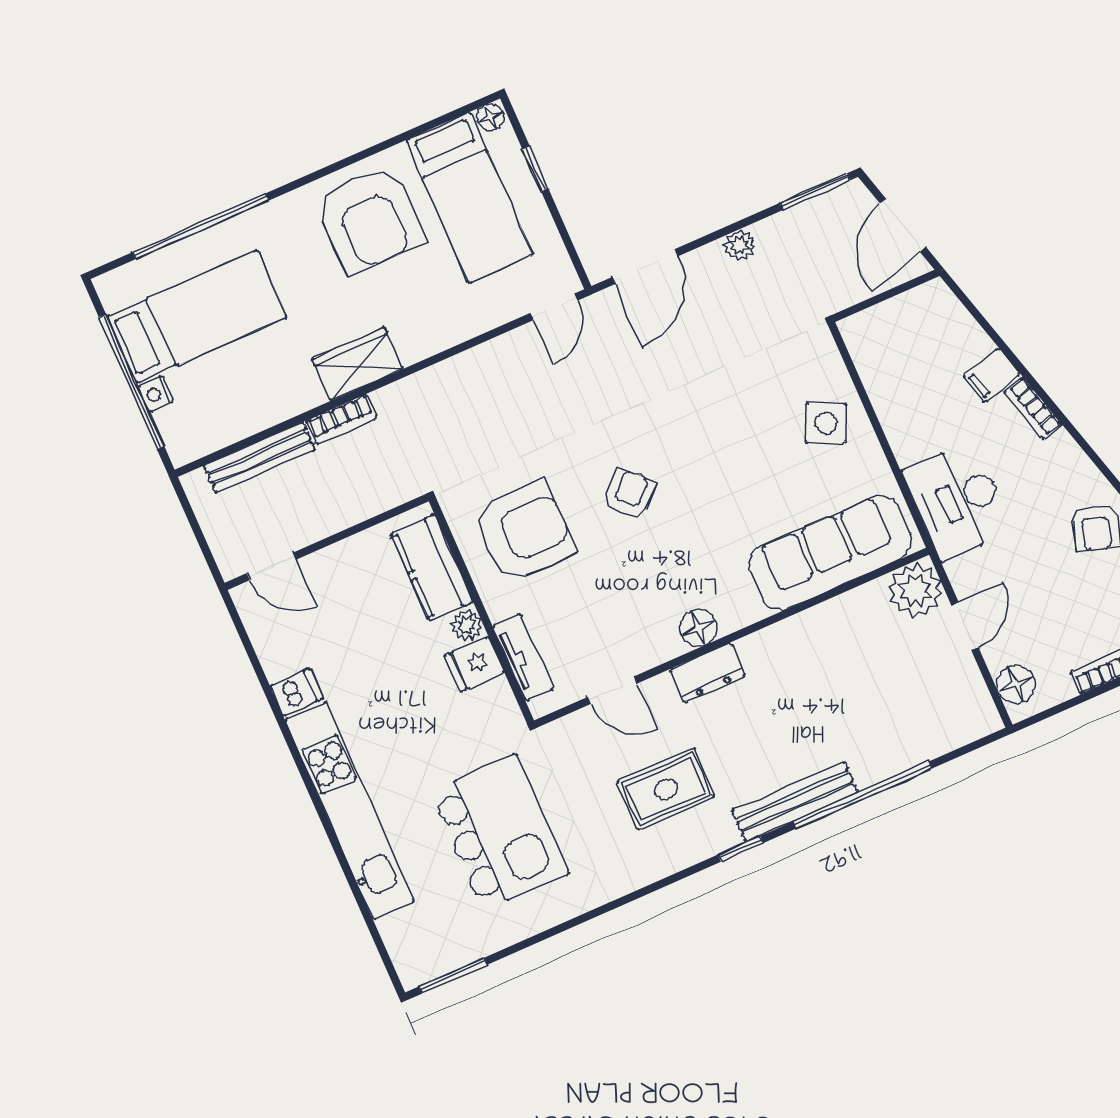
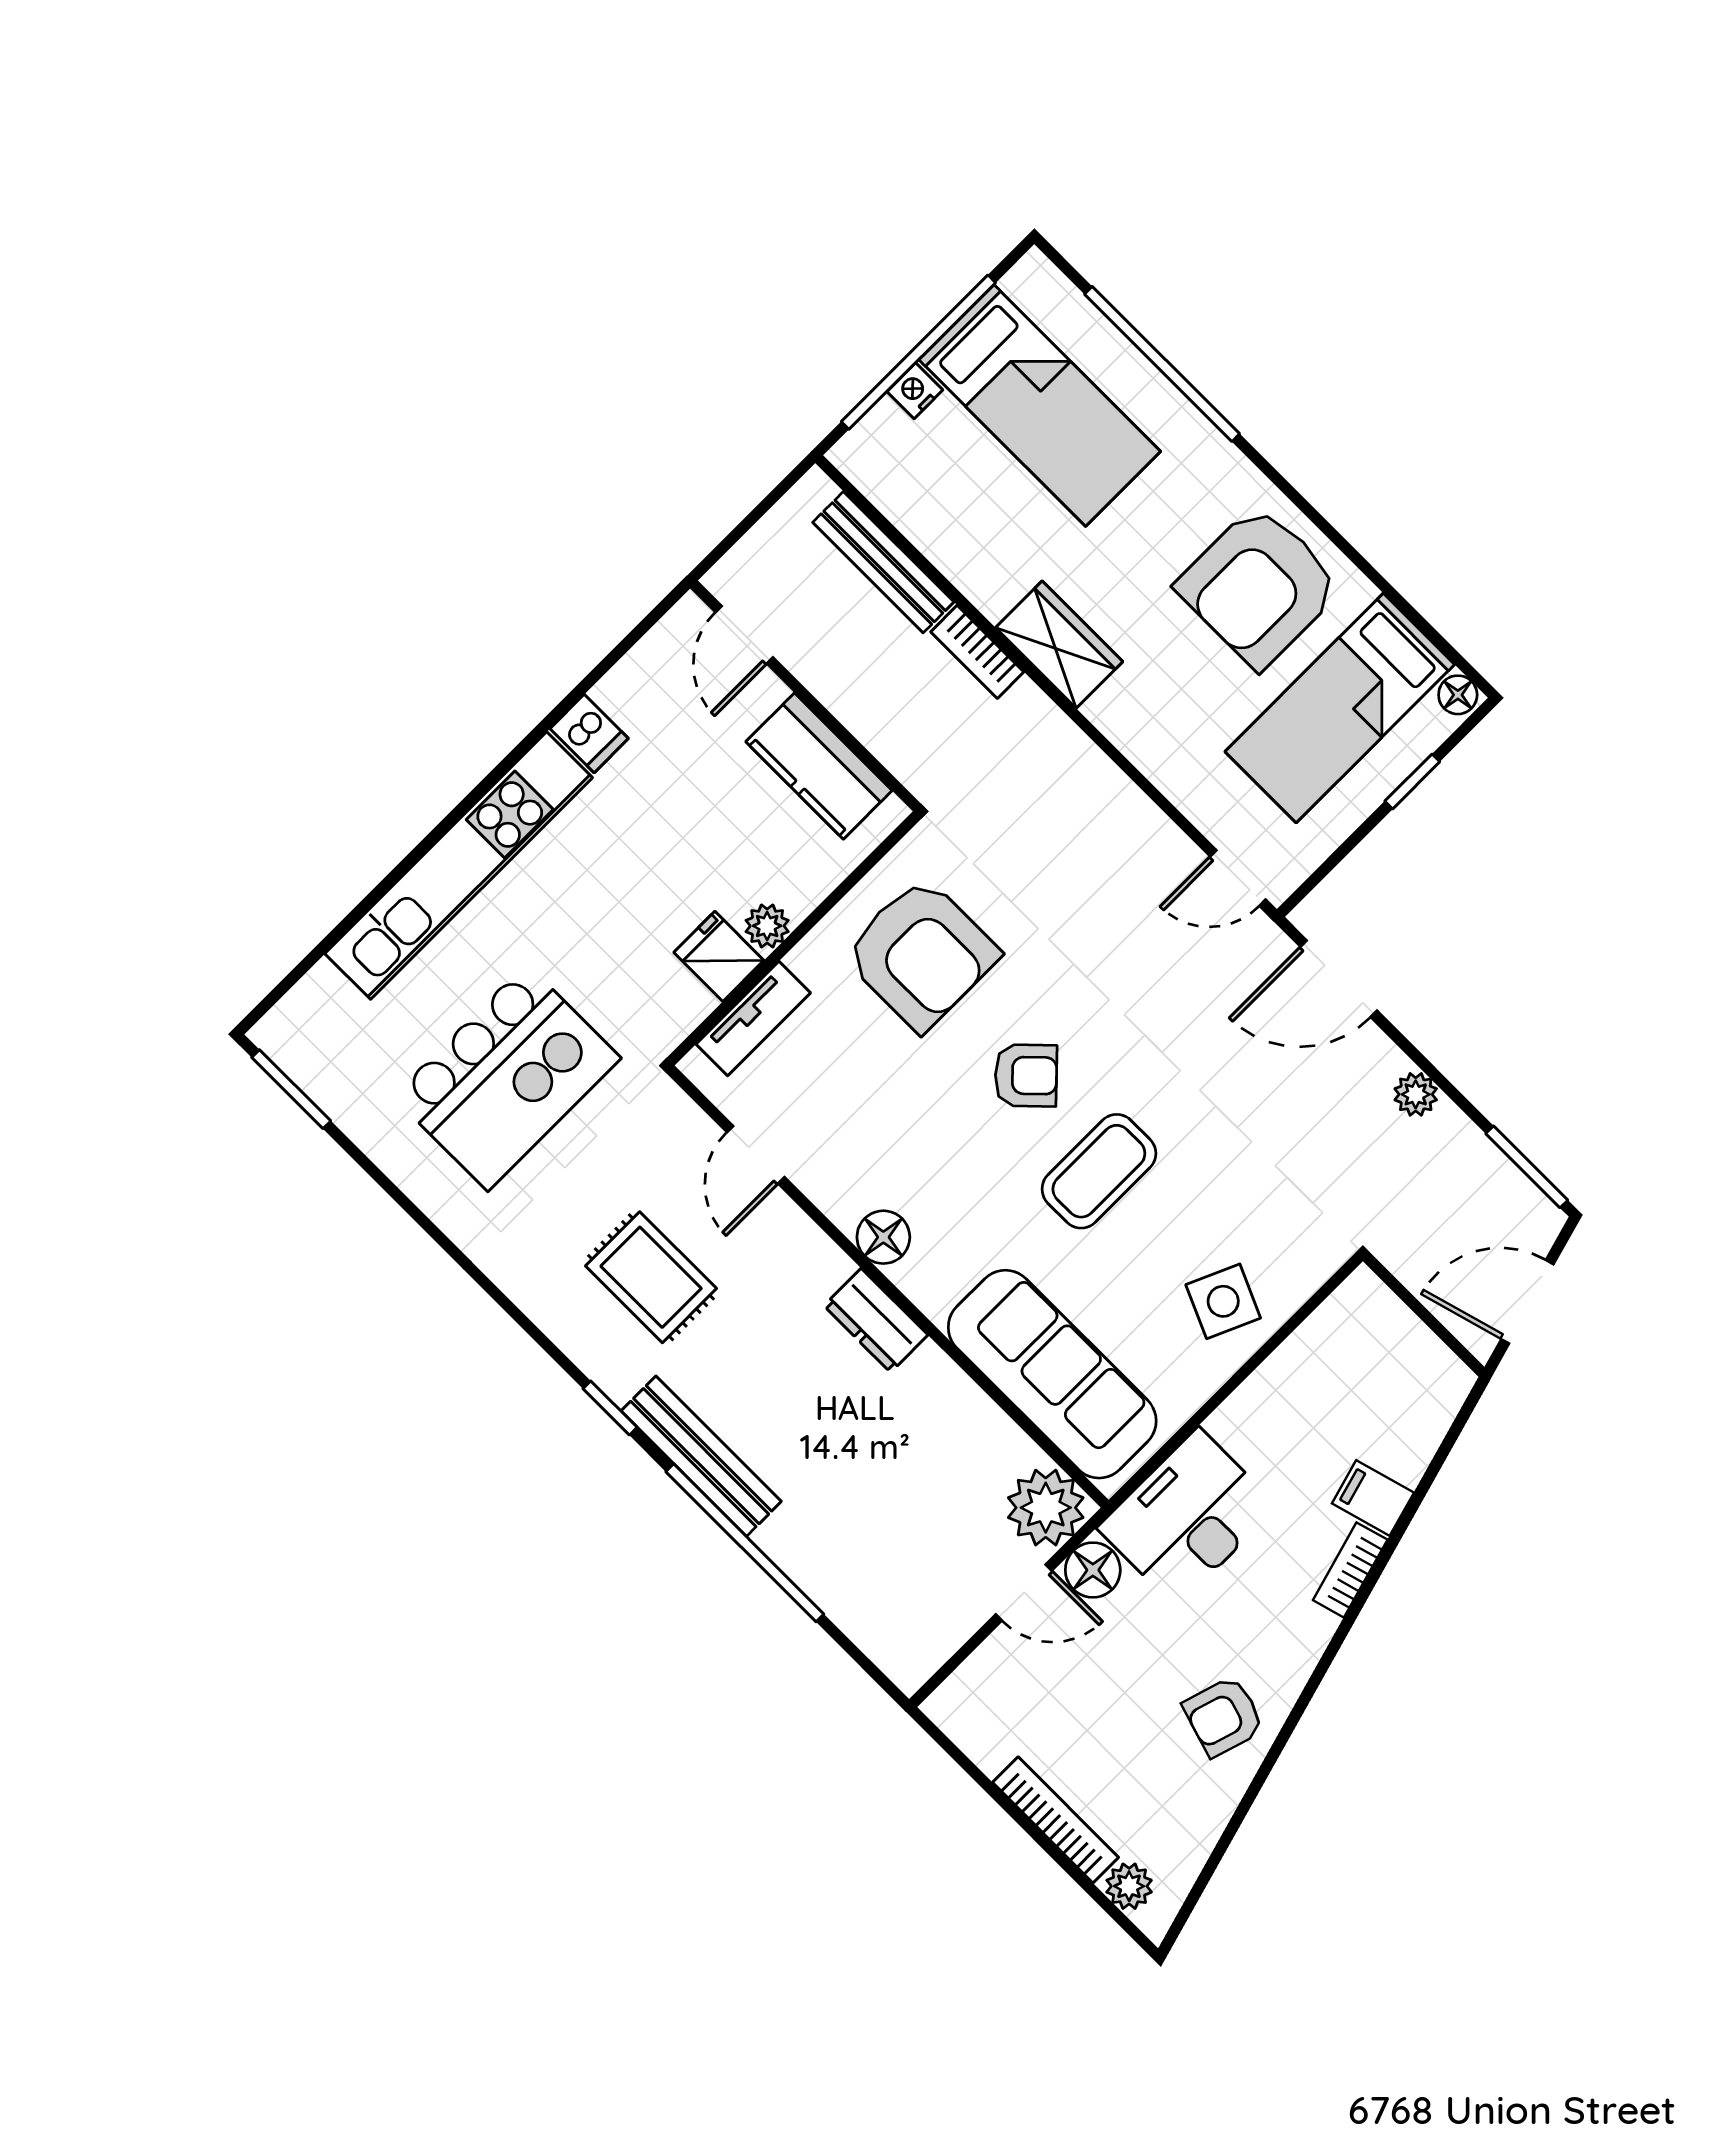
coffee table: (710, 471) -> (1099, 1171), added
kitchen counter: (432, 568) -> (819, 766), moved, turned -90
dresser: (707, 673) -> (876, 1320), moved
floor lamp: (1016, 684) -> (1093, 1570), moved

